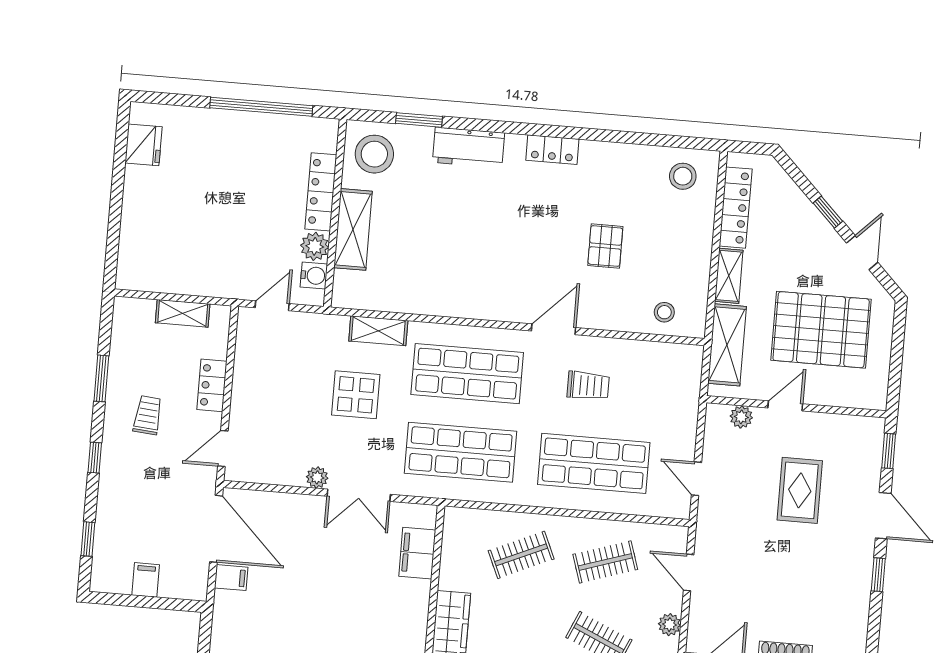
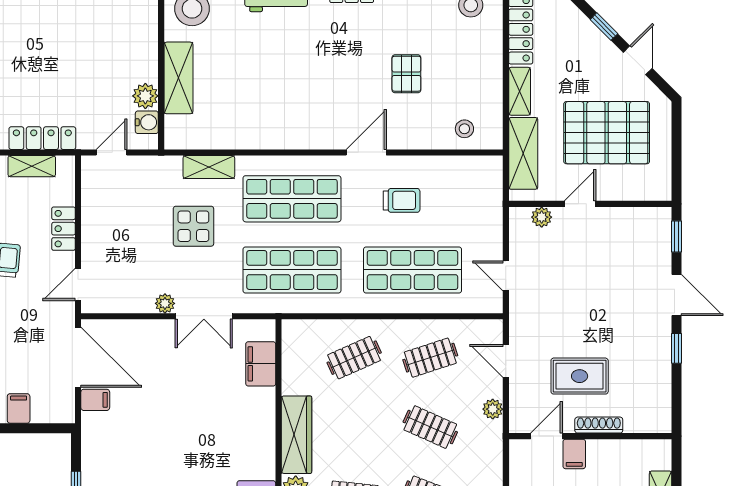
locker: (321, 192) -> (42, 138), moved, turned 90
rug: (800, 490) -> (580, 376), moved, turned 90

